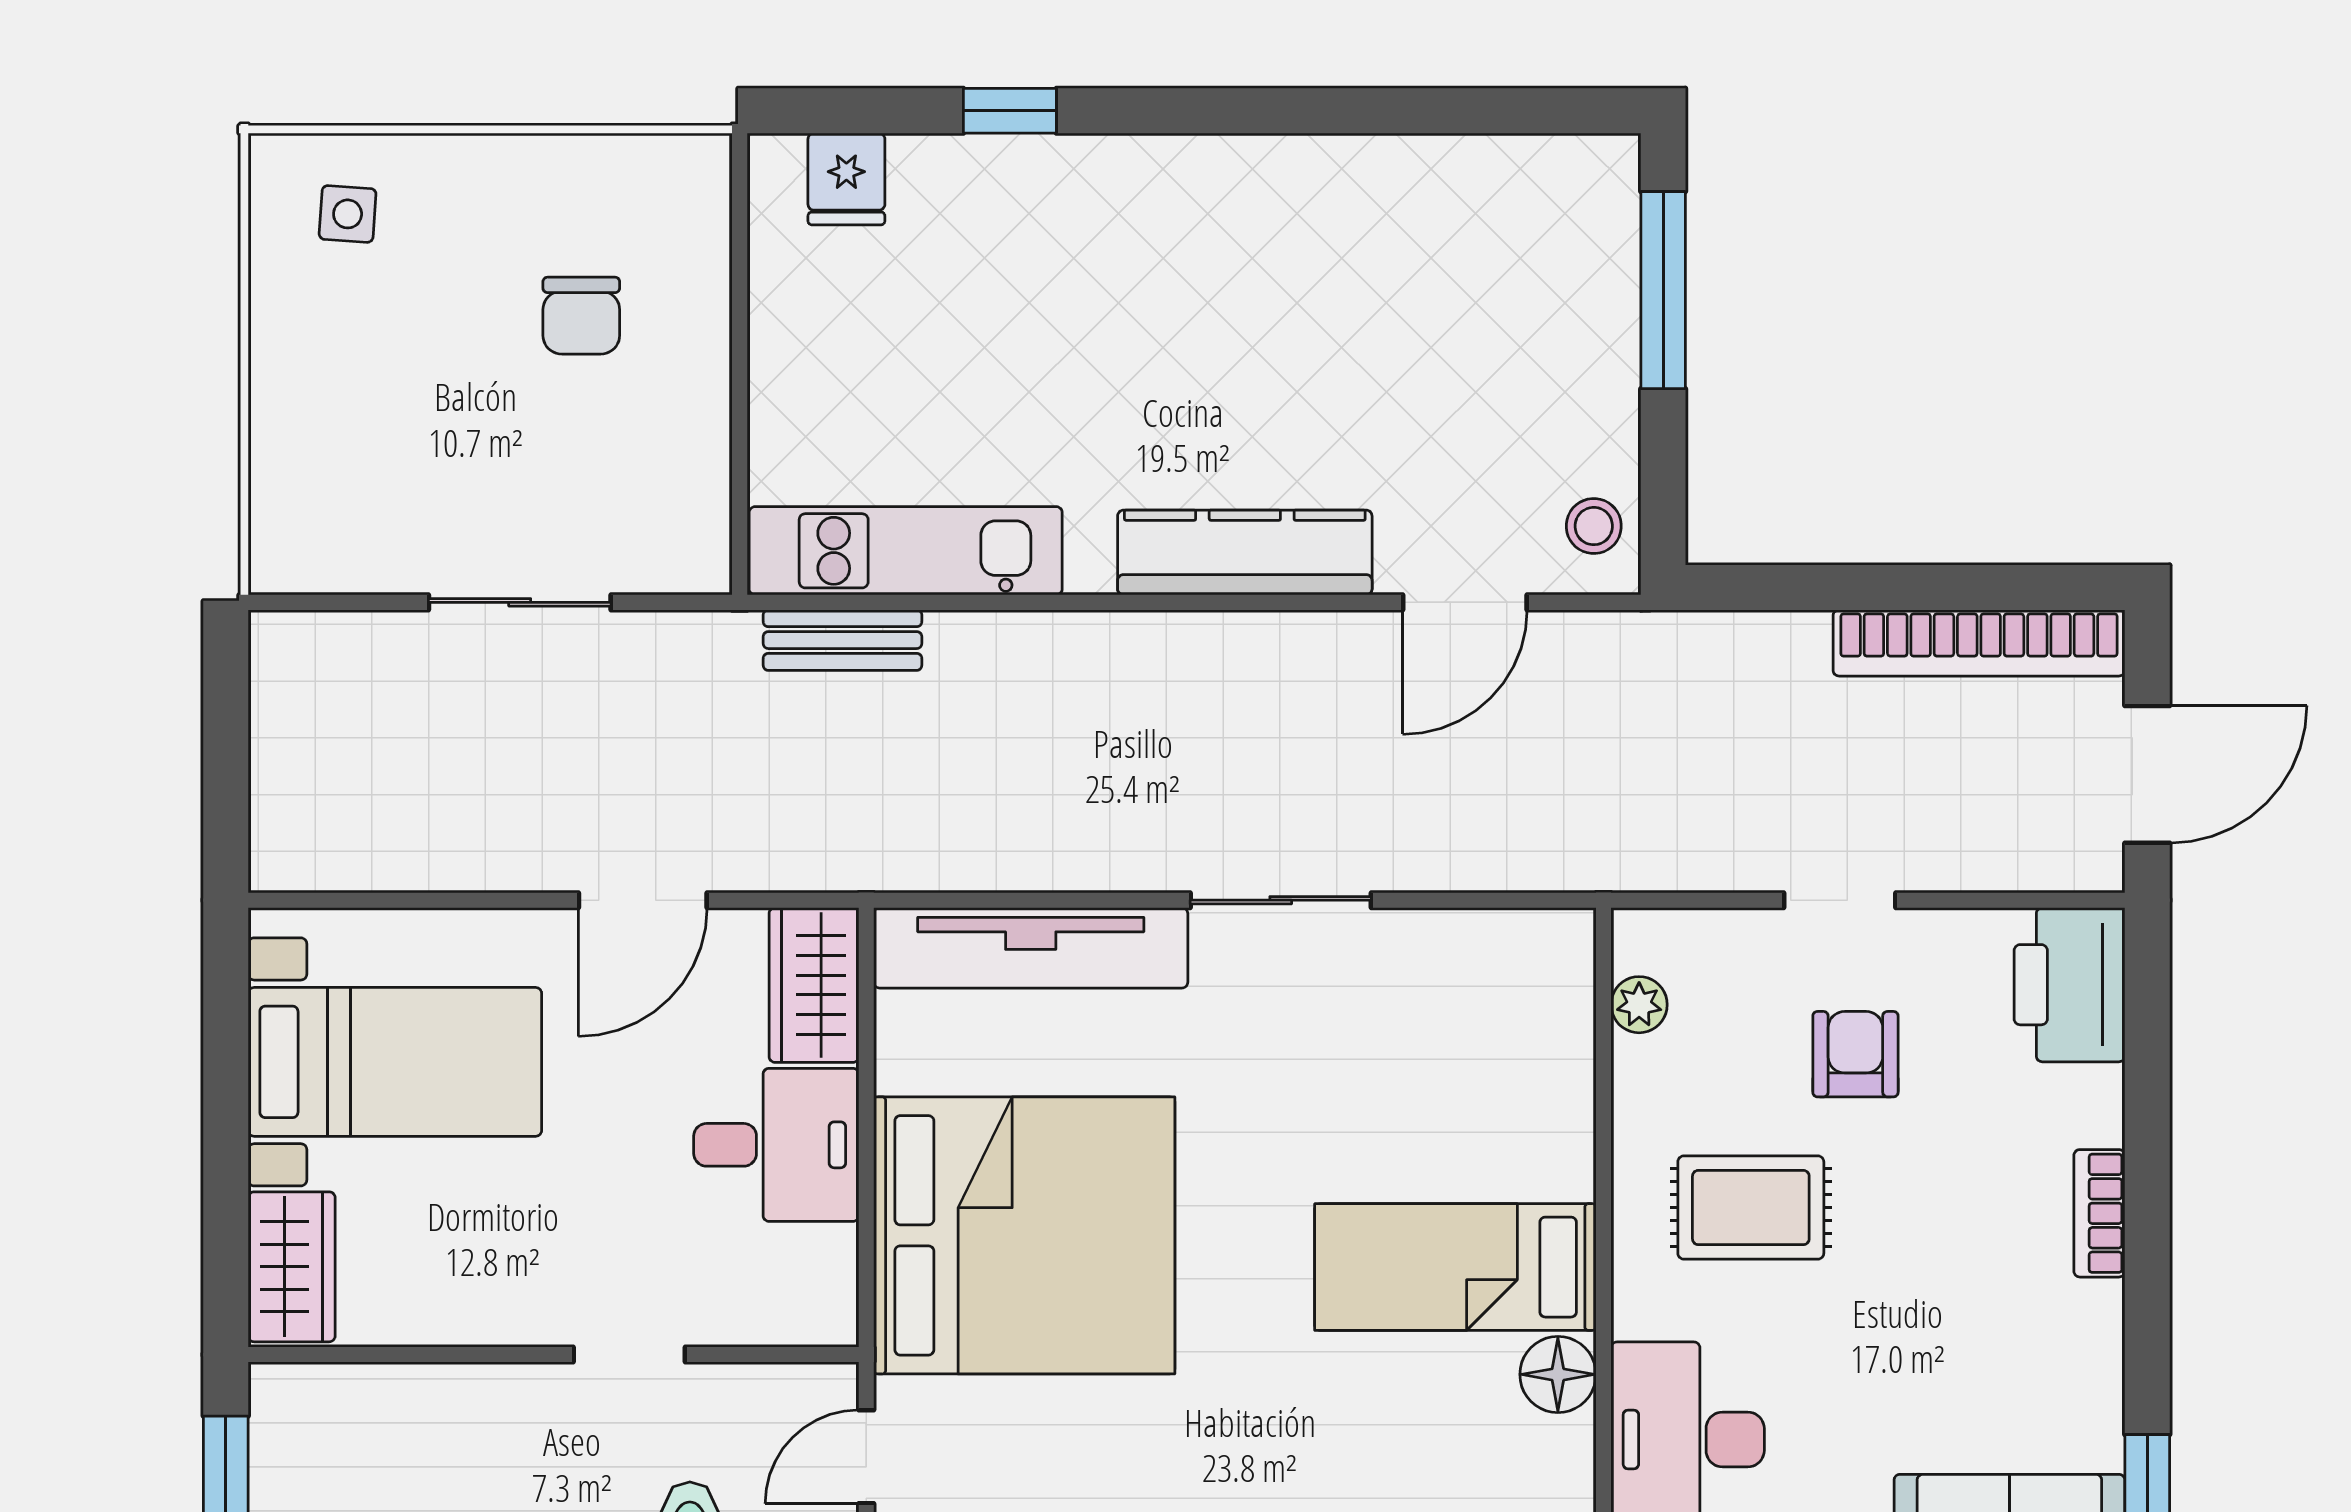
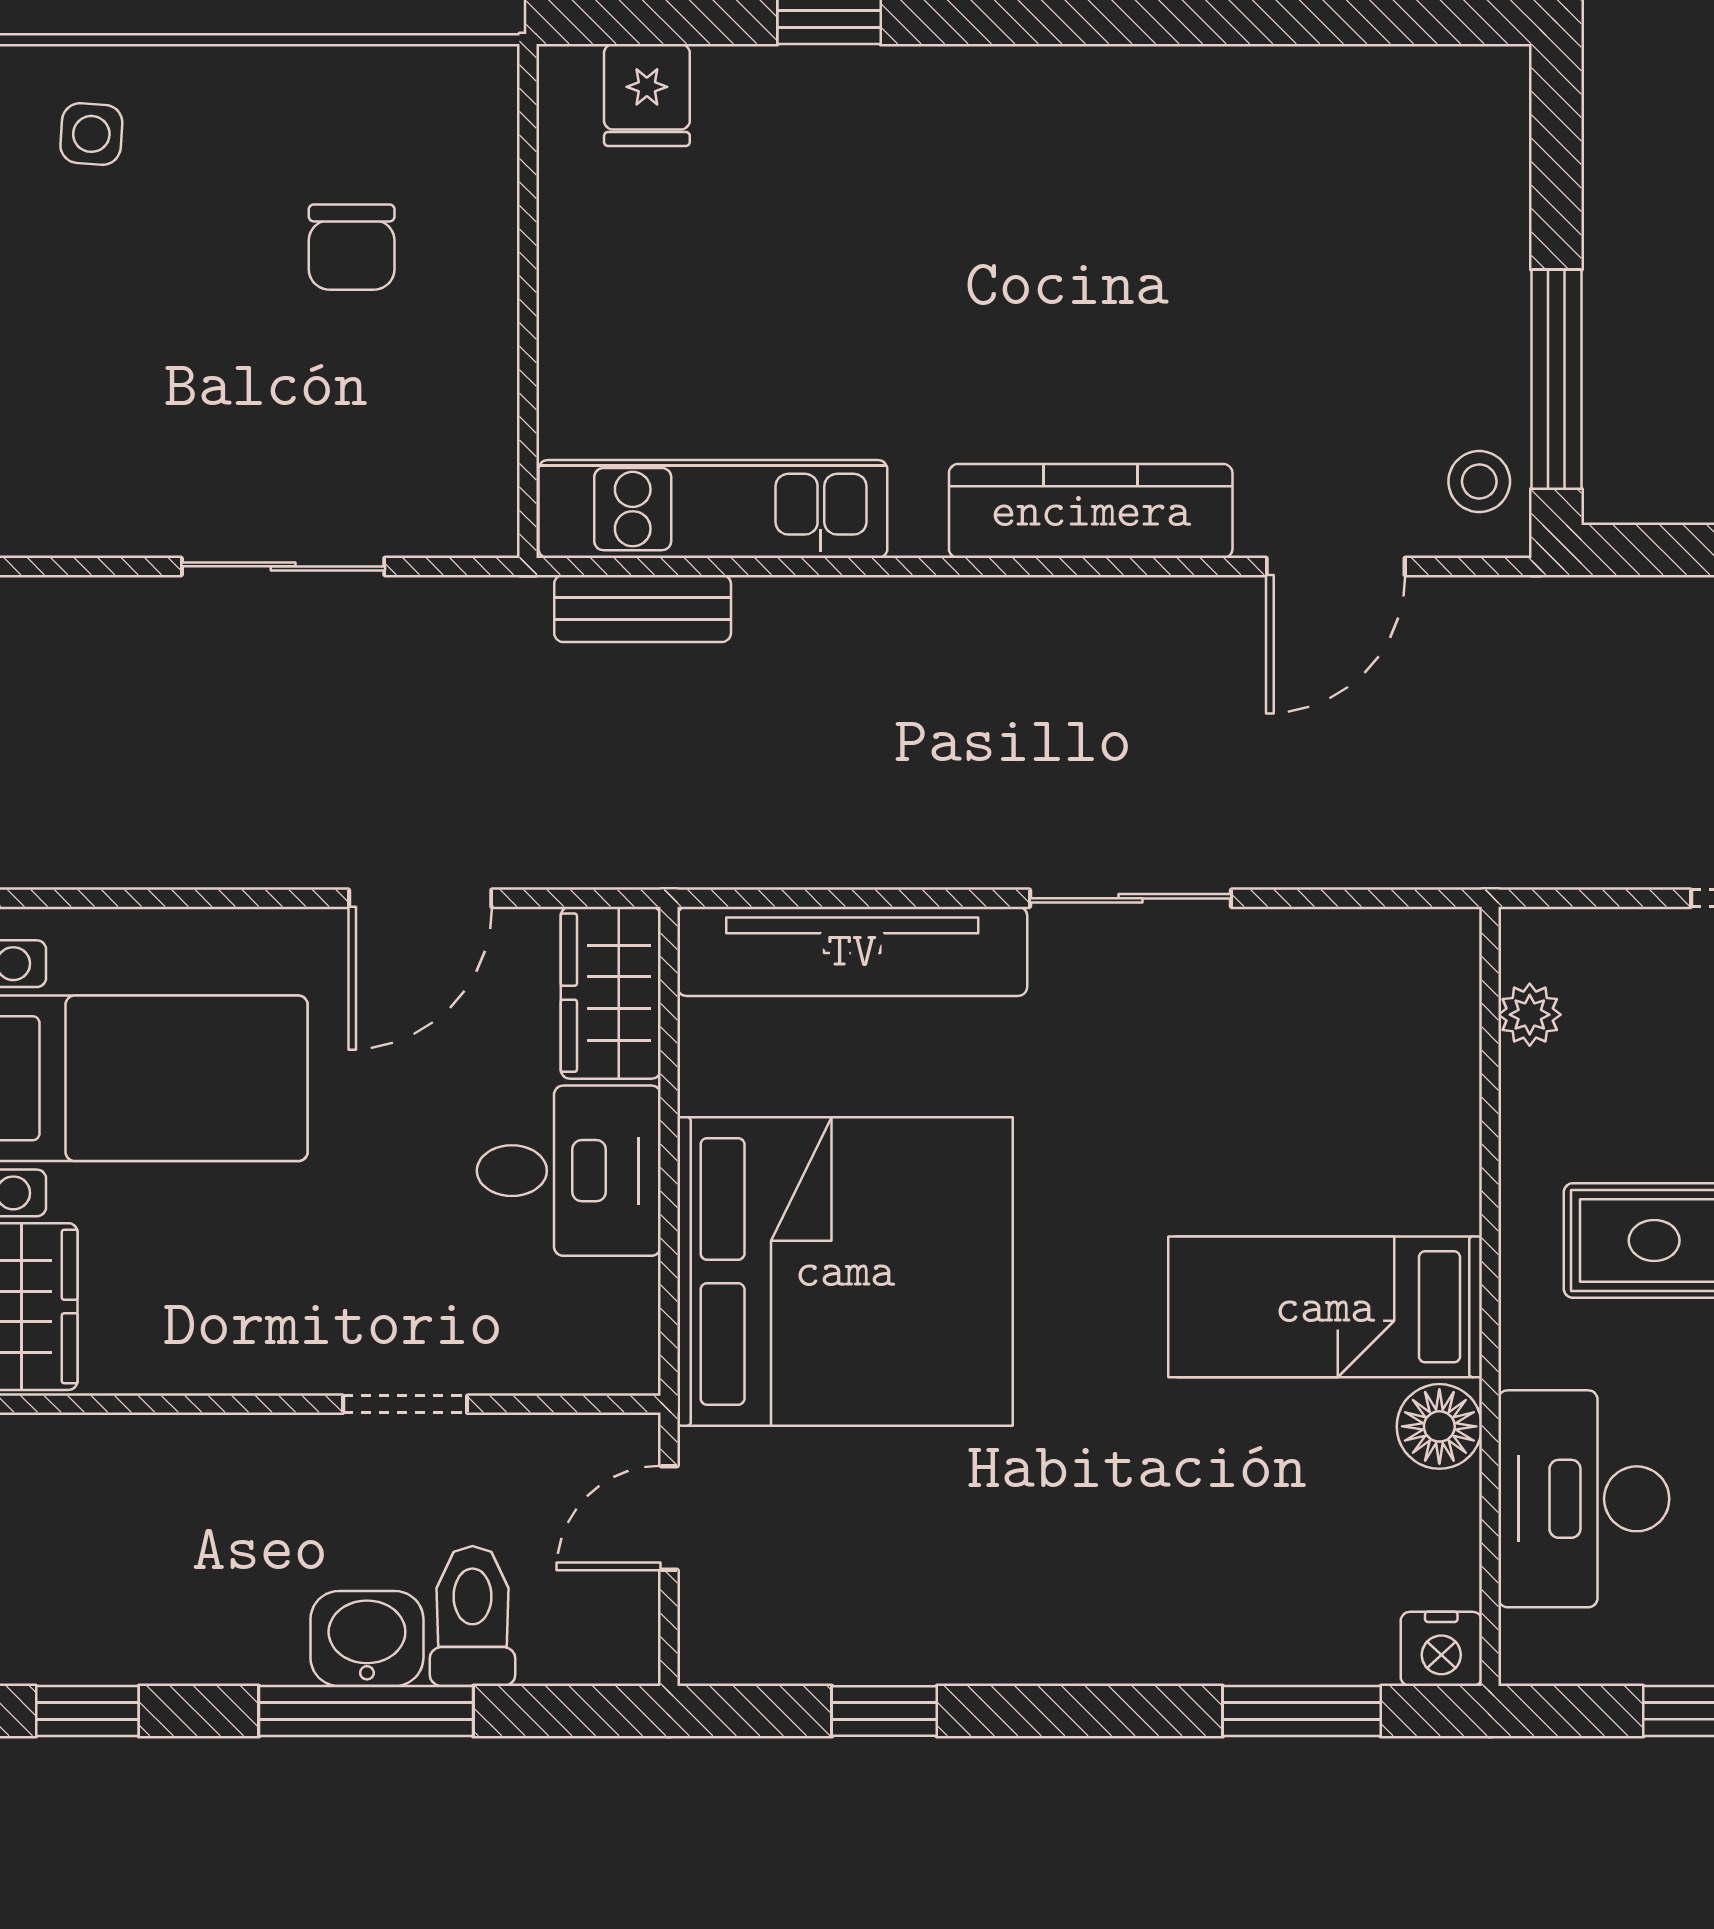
window: (1663, 290) -> (1556, 379), moved

